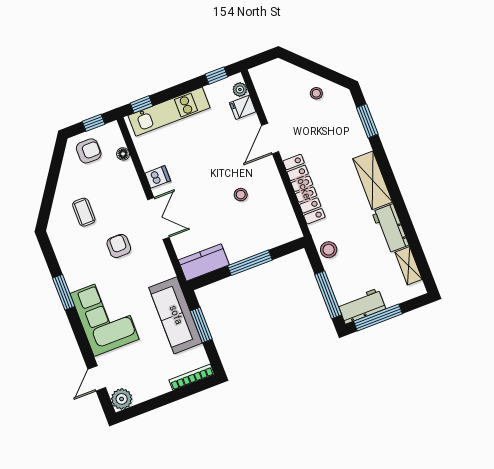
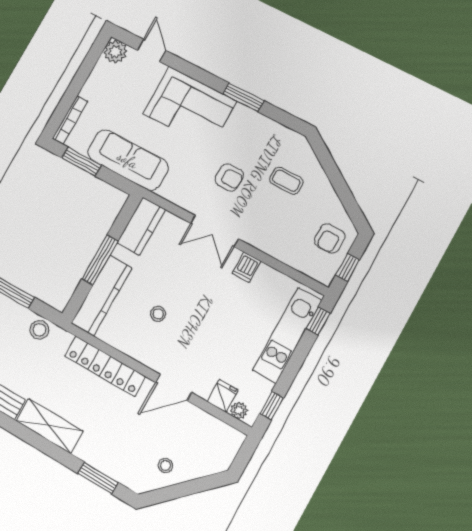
door: (270, 139) -> (173, 387), swing flipped
floor lamp: (123, 154) -> (296, 262), removed
kitchen counter: (268, 238) -> (102, 296), added
window: (201, 325) -> (82, 161), moved

